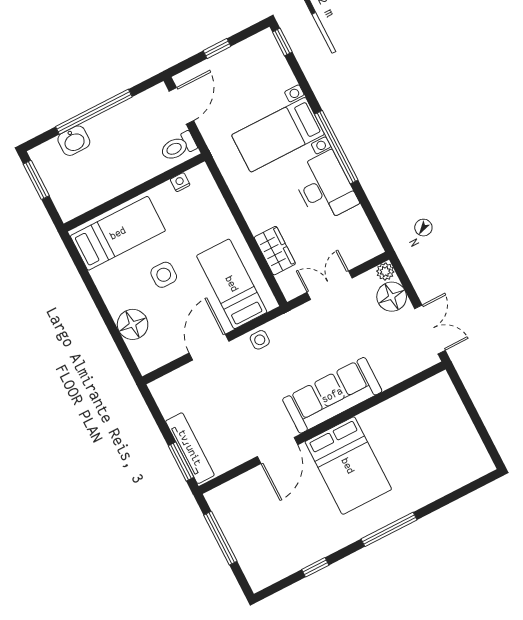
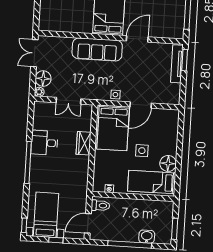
bed with nightstands: (278, 135) -> (46, 215), moved, turned -90
desk: (325, 187) -> (44, 143), width x0.73
wardrobe: (275, 251) -> (84, 143), moved
bed: (232, 284) -> (113, 128), width x1.50
floor lamp: (133, 324) -> (168, 163), moved

